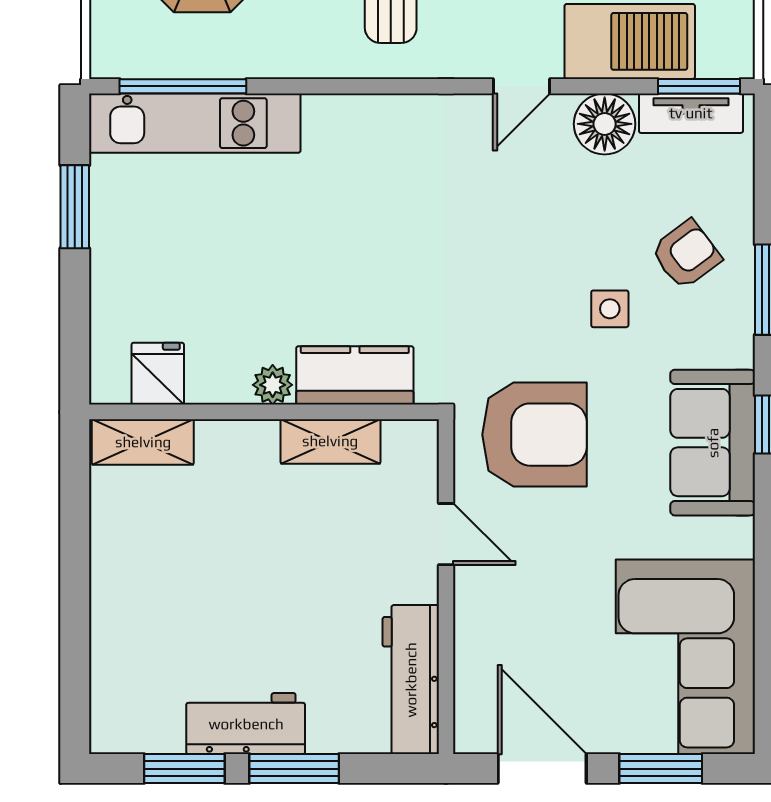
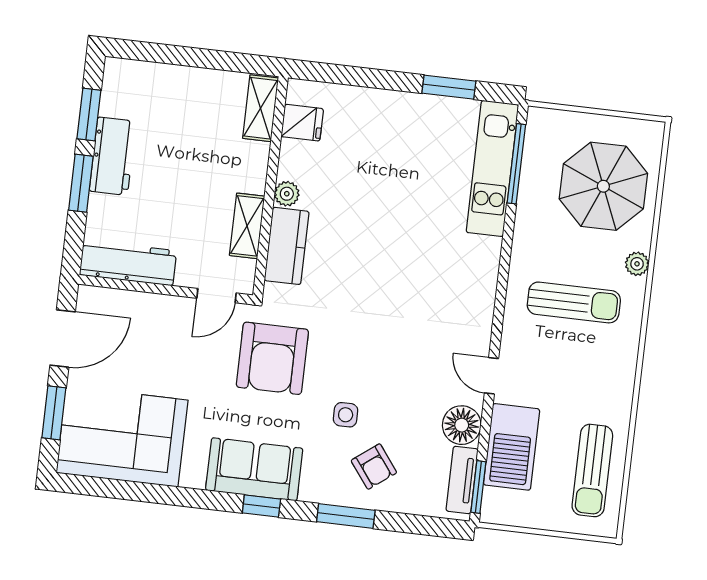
fridge: (158, 374) -> (302, 123), moved
kitchen counter: (355, 375) -> (287, 246), moved
plant: (273, 385) -> (287, 194), moved
wall: (264, 412) -> (270, 186), moved
shelving: (330, 441) -> (247, 226), moved
shelving: (143, 442) -> (261, 108), moved

